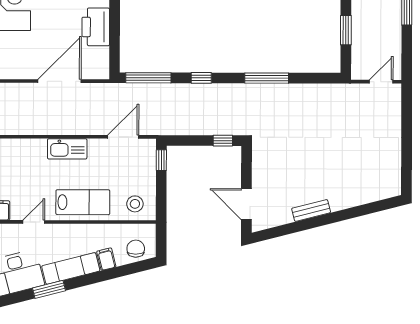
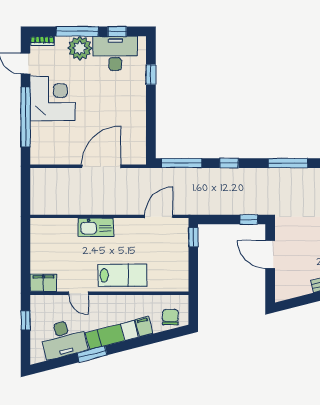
printer: (96, 27) -> (134, 117), removed
kitchen sink: (67, 149) -> (96, 227), moved
stool: (135, 204) -> (170, 277), removed
door: (246, 204) -> (270, 254), moved
door: (34, 222) -> (78, 293), swing flipped

